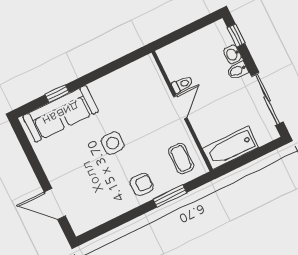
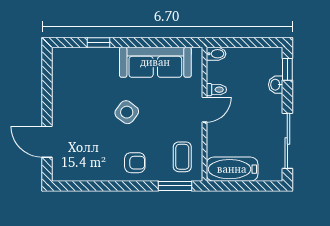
bidet: (237, 70) -> (216, 54), moved, turned 180
sofa: (61, 114) -> (155, 62), moved
side table: (113, 143) -> (127, 112), turned 37
window: (170, 196) -> (175, 186), moved

